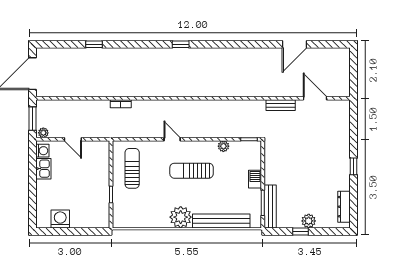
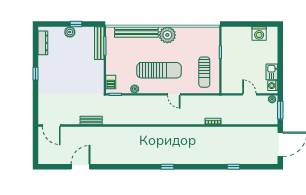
door: (315, 98) -> (51, 126), moved
sun lounger: (192, 171) -> (159, 70), width x1.36, depth x1.34
barbecue: (255, 179) -> (111, 82), moved

